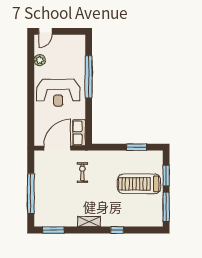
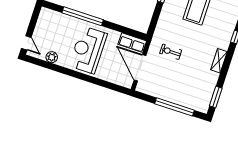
reception desk: (58, 93) -> (88, 50), turned 180

